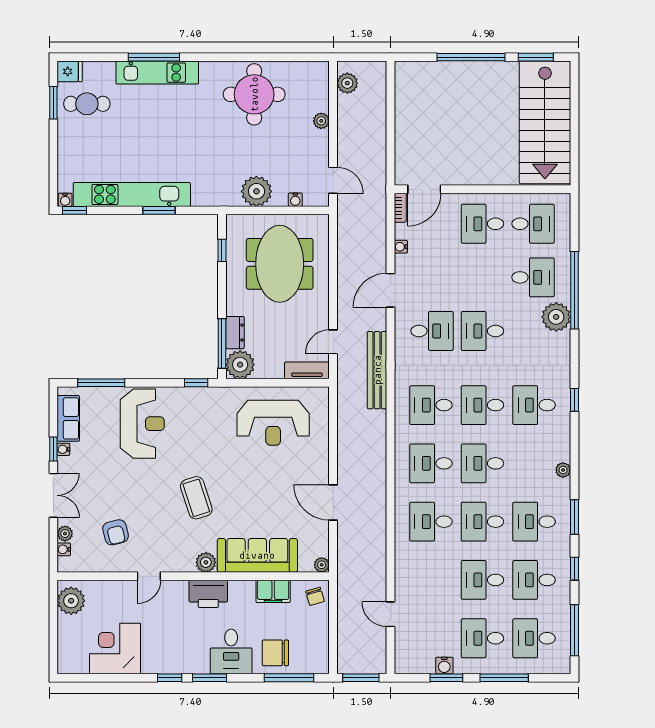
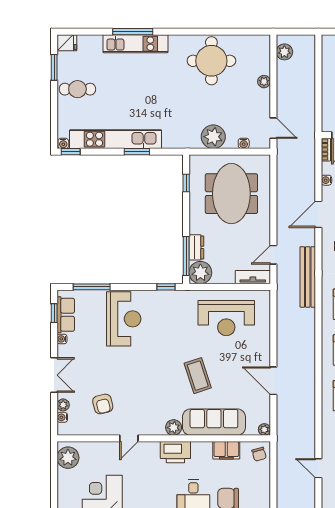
cafe table: (87, 104) -> (77, 89), moved
window: (53, 449) -> (54, 313), moved
coffee table: (196, 498) -> (198, 376), moved

